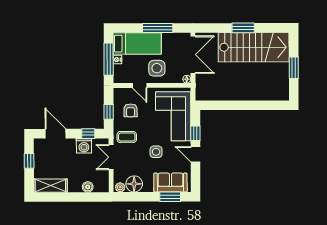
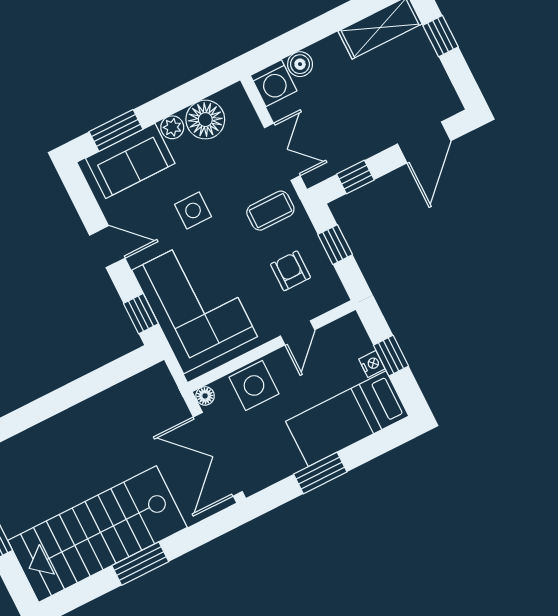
window: (158, 28) -> (320, 473), width x0.69
window: (109, 59) -> (391, 356), width x0.46
side table: (157, 68) -> (254, 385), moved
door: (140, 85) -> (298, 333), swing flipped
window: (195, 133) -> (141, 314), moved
door: (56, 134) -> (424, 142), hinge flipped
washing machine: (84, 146) -> (274, 83), moved, turned 180
window: (29, 161) -> (441, 36), moved
plant: (120, 187) -> (172, 127), moved

